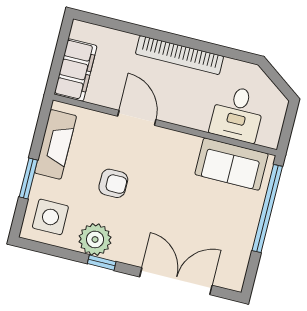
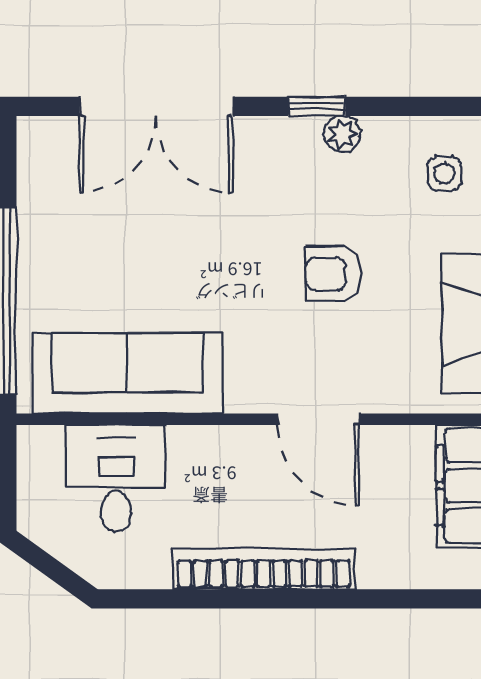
sofa: (232, 164) -> (127, 373), width x1.36
side table: (50, 217) -> (444, 173), width x0.54, depth x0.54
plant: (95, 239) -> (342, 134), width x0.53, depth x0.53

